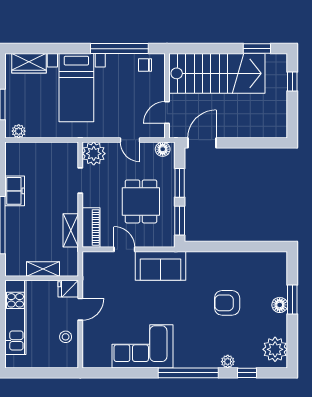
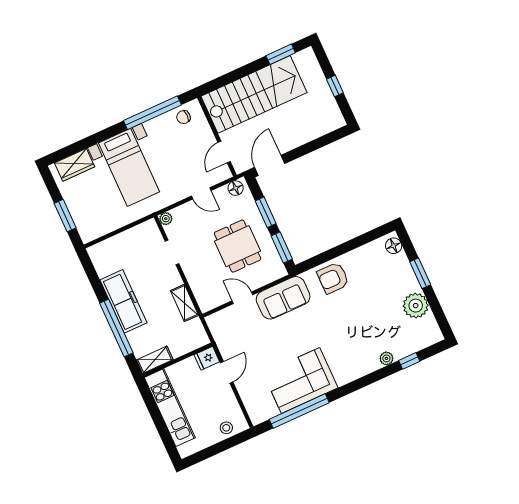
window: (292, 81) -> (335, 86), moved
plant: (19, 131) -> (94, 233), removed
plant: (94, 154) -> (166, 219), width x0.53, depth x0.53
freezer: (15, 191) -> (123, 301), width x1.91, depth x1.26
piano: (91, 228) -> (202, 292), removed
shelving: (43, 269) -> (155, 360), moved
armchair: (227, 303) -> (333, 278), moved
floor lamp: (280, 305) -> (394, 246), moved
stool: (66, 337) -> (226, 428), moved
plant: (275, 349) -> (416, 306), moved
window: (188, 373) -> (299, 411), moved

